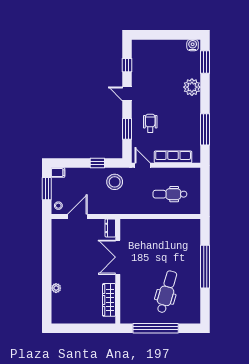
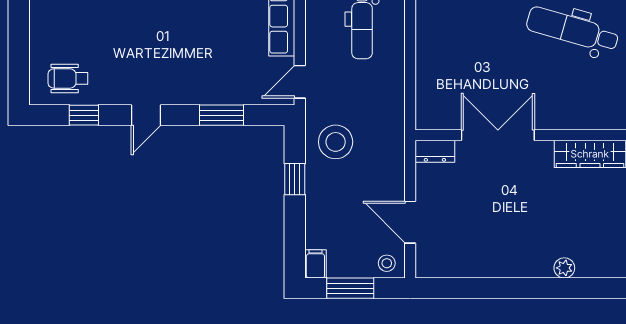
wheelchair: (150, 123) -> (68, 78), moved
double door: (118, 257) -> (498, 135), swing flipped

